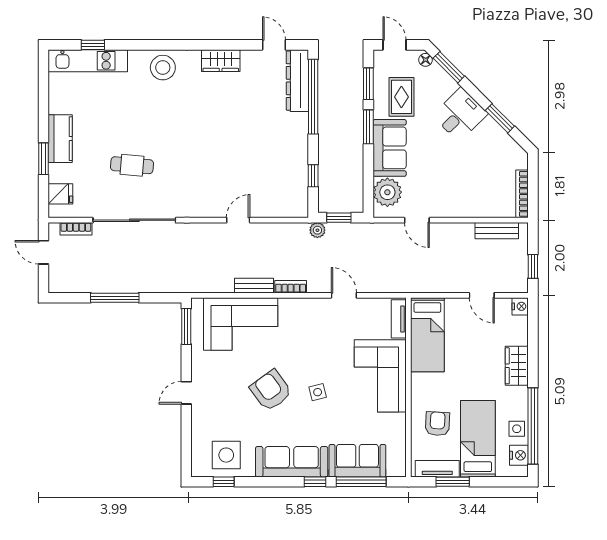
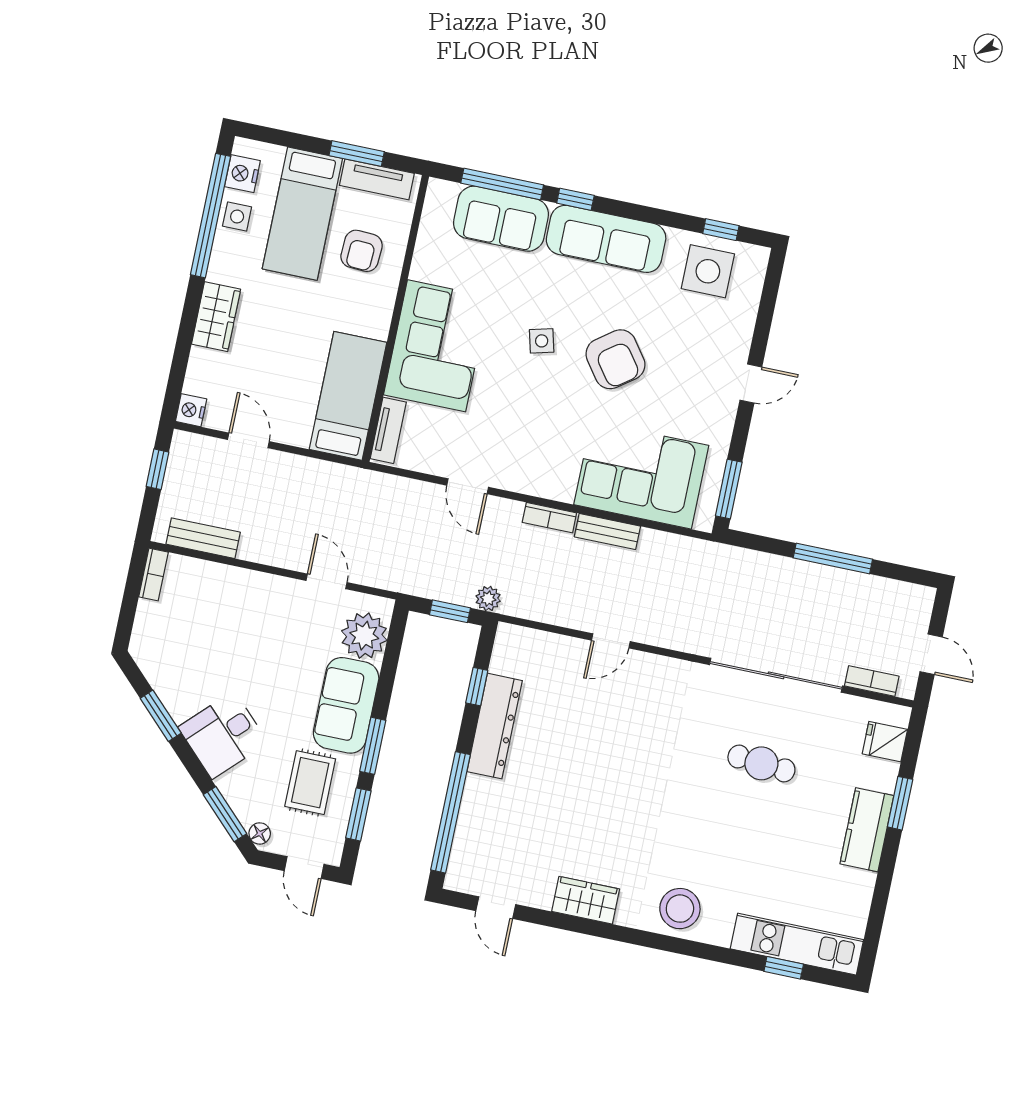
dresser: (297, 81) -> (495, 726), moved
bookcase: (522, 194) -> (153, 574), width x0.64

